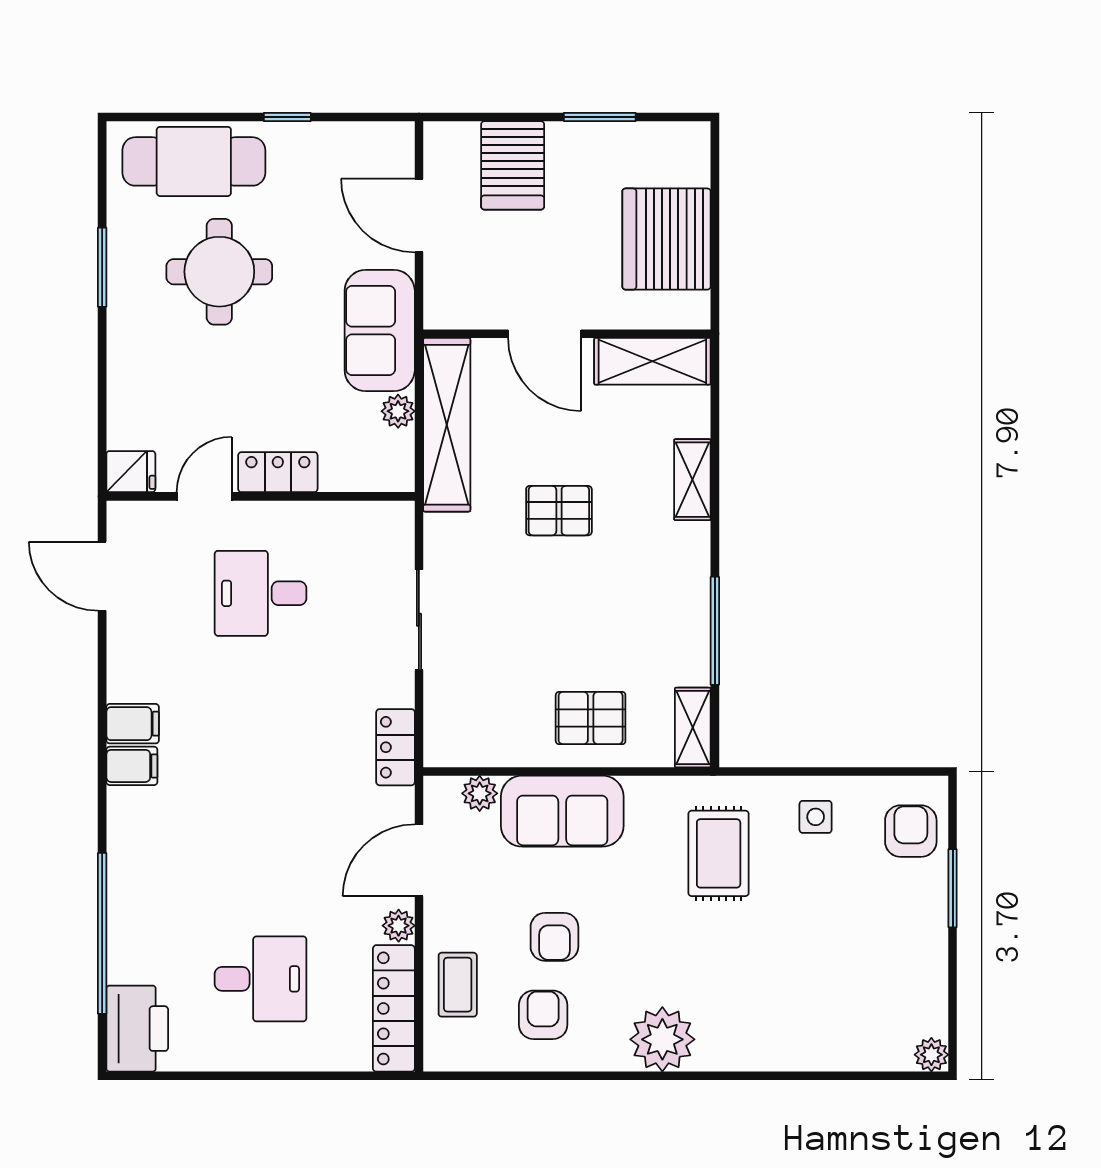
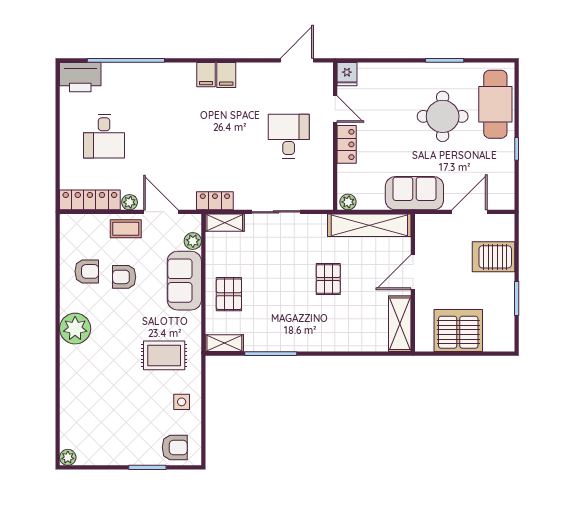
plant: (398, 411) -> (348, 202), moved
shelving: (692, 480) -> (225, 223), moved
coffee table: (458, 985) -> (126, 229), moved

